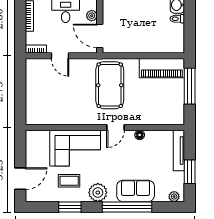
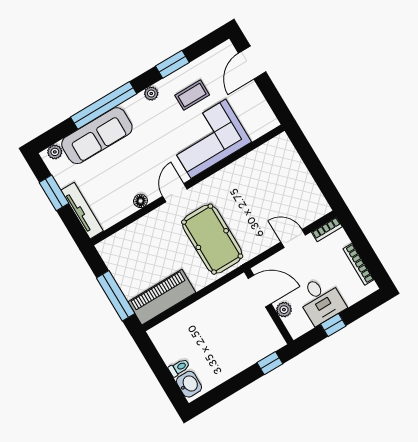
sofa: (136, 191) -> (97, 136), width x1.36
plant: (98, 192) -> (151, 93), width x0.53, depth x0.53

